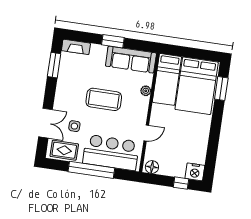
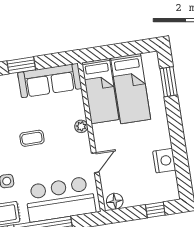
bed: (197, 86) -> (131, 89), width x0.67
plant: (146, 91) -> (81, 126), moved
coffee table: (104, 99) -> (32, 138), width x0.54, depth x0.58
nightstand: (195, 172) -> (164, 161), moved, turned -90

